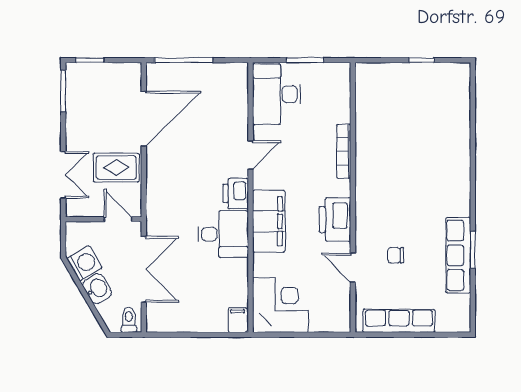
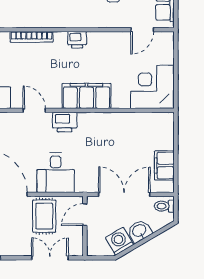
printer: (335, 220) -> (77, 40), width x0.53, depth x0.68
desk: (223, 234) -> (56, 173), moved, turned 180
door: (353, 268) -> (142, 30), moved
filing cabinet: (238, 320) -> (164, 165), moved, width x2.00

